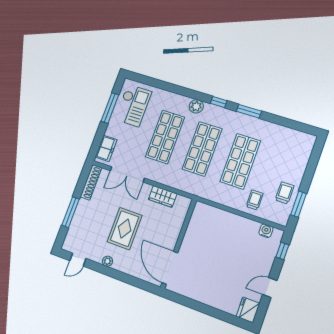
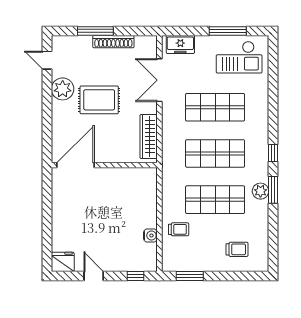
plant: (196, 106) -> (260, 191), moved
shoe rack: (91, 182) -> (113, 42), moved
trolley: (285, 193) -> (237, 249), moved
wardrobe: (163, 197) -> (149, 137), width x1.50
water cooler: (266, 231) -> (150, 235), moved
plant: (107, 261) -> (63, 89), width x1.88, depth x1.88

